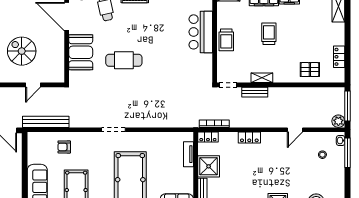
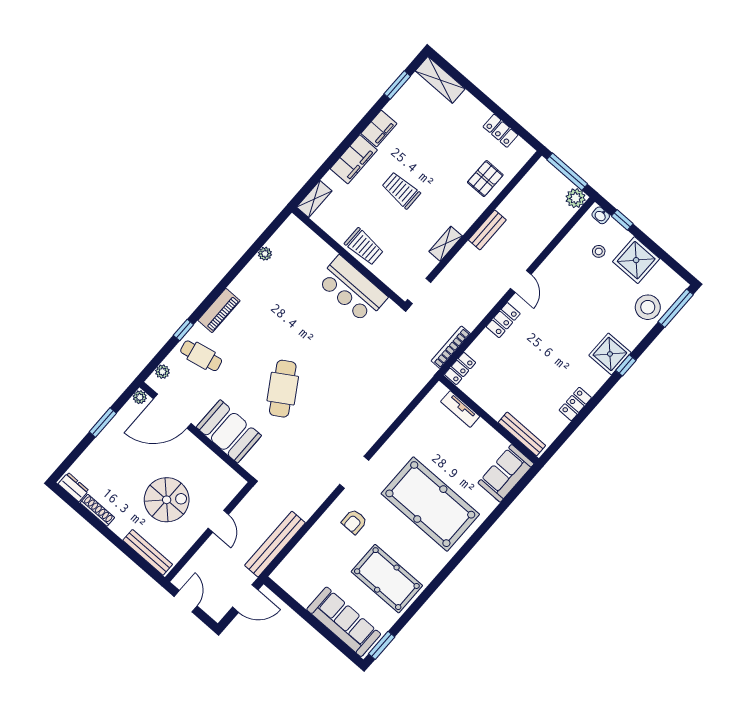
bar counter: (201, 32) -> (352, 289), moved
spiral stairs: (22, 51) -> (167, 500), turned 180
cafe table: (124, 60) -> (283, 389), turned -32
bench: (255, 92) -> (487, 230), moved
door: (295, 130) -> (521, 281), moved
armchair: (64, 147) -> (354, 522), moved
window: (347, 153) -> (622, 220), width x0.46
shower: (209, 166) -> (636, 260), moved

